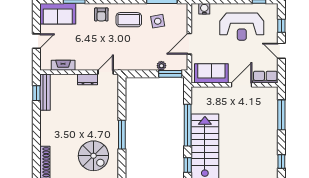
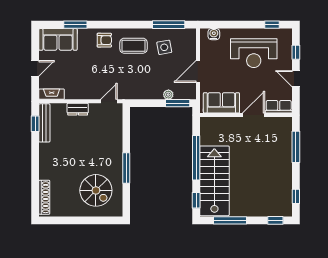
armchair: (101, 14) -> (104, 40), turned -90
fireplace: (63, 65) -> (52, 94), moved
dresser: (88, 79) -> (78, 109), moved

